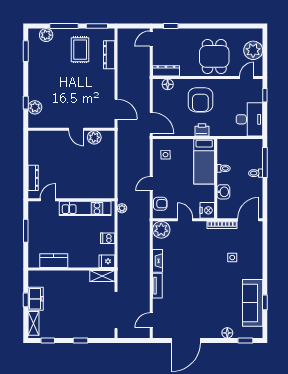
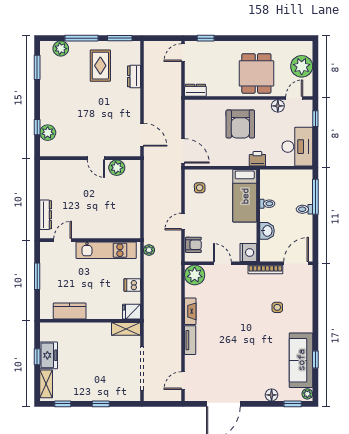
dresser: (109, 55) -> (134, 76), width x0.70
dresser: (166, 71) -> (195, 90), width x0.70
floor lamp: (168, 84) -> (278, 106), moved
printer: (202, 130) -> (257, 159), moved
plant: (258, 332) -> (307, 394), added

